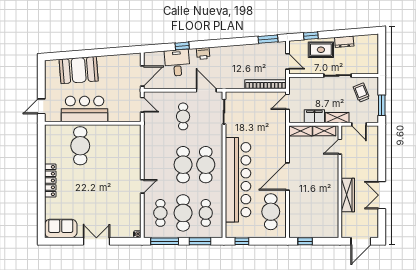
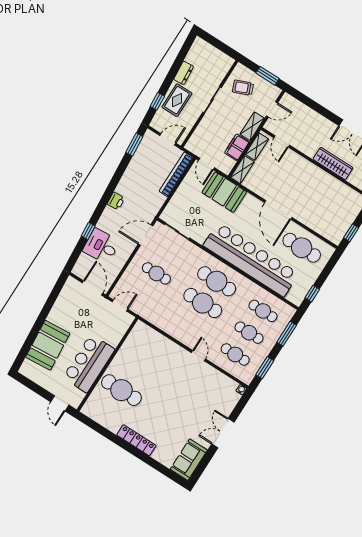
printer: (203, 53) -> (116, 201), moved
booth: (275, 128) -> (224, 192), added
cafe table: (183, 213) -> (249, 333), width x0.73, depth x0.74
window: (165, 241) -> (265, 368), width x0.69

